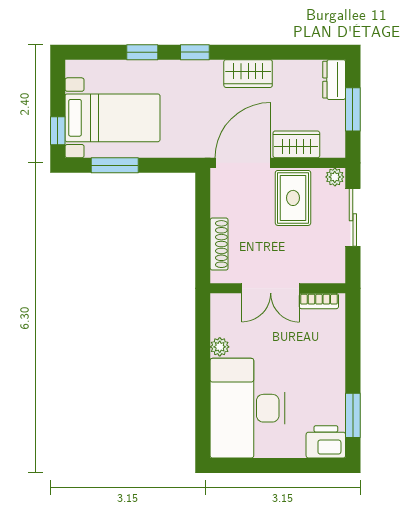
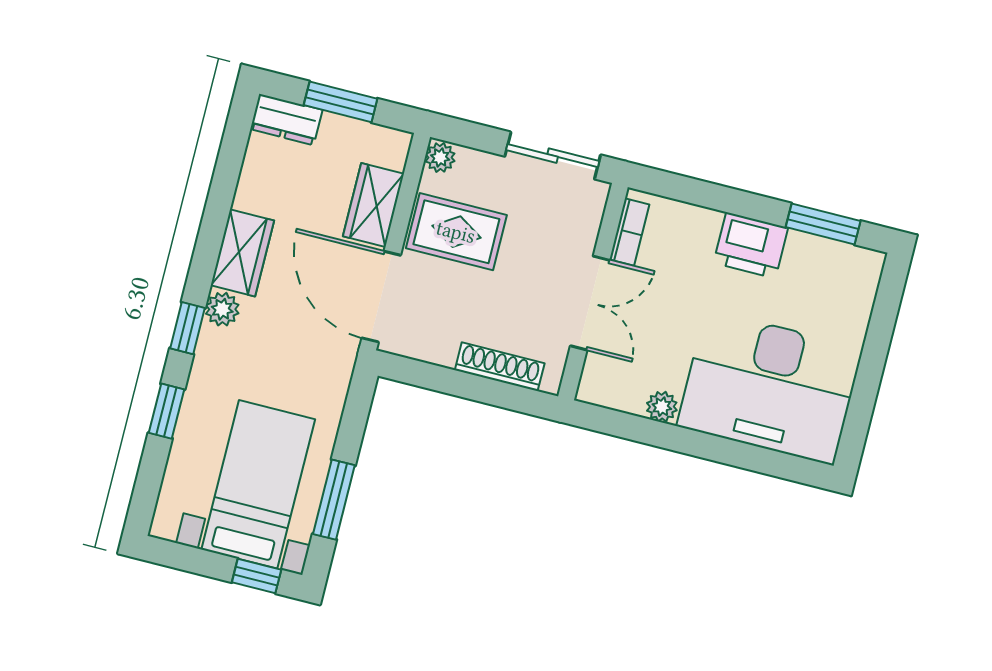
plant: (211, 70) -> (222, 309), added
sliding door: (353, 217) -> (553, 156), moved
printer: (326, 442) -> (751, 245), moved, turned -90

